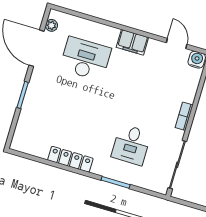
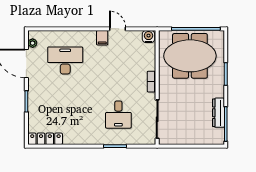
filing cabinet: (132, 42) -> (102, 38), width x0.50
door: (177, 44) -> (118, 29), moved
locker: (70, 159) -> (45, 139), moved

